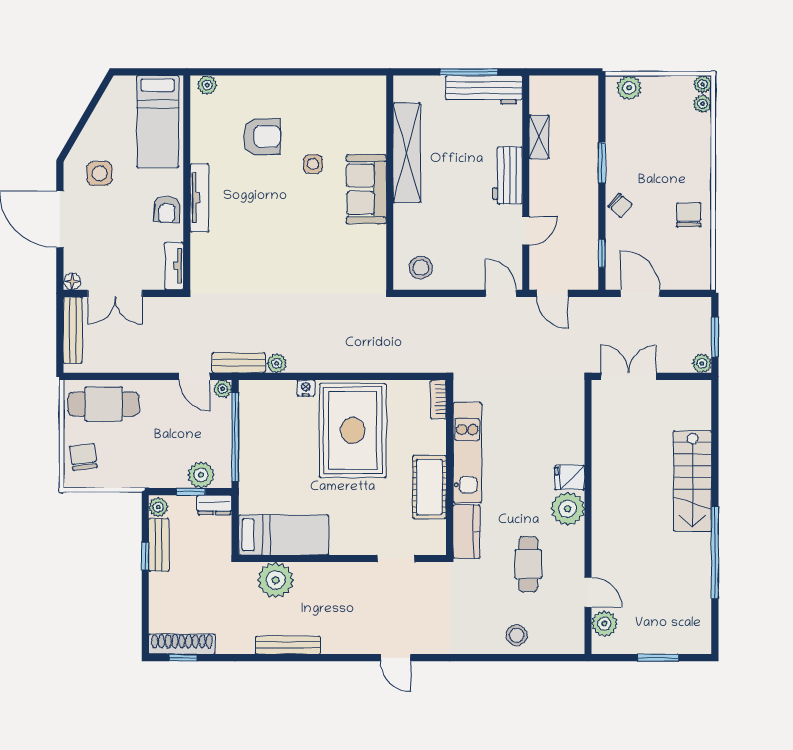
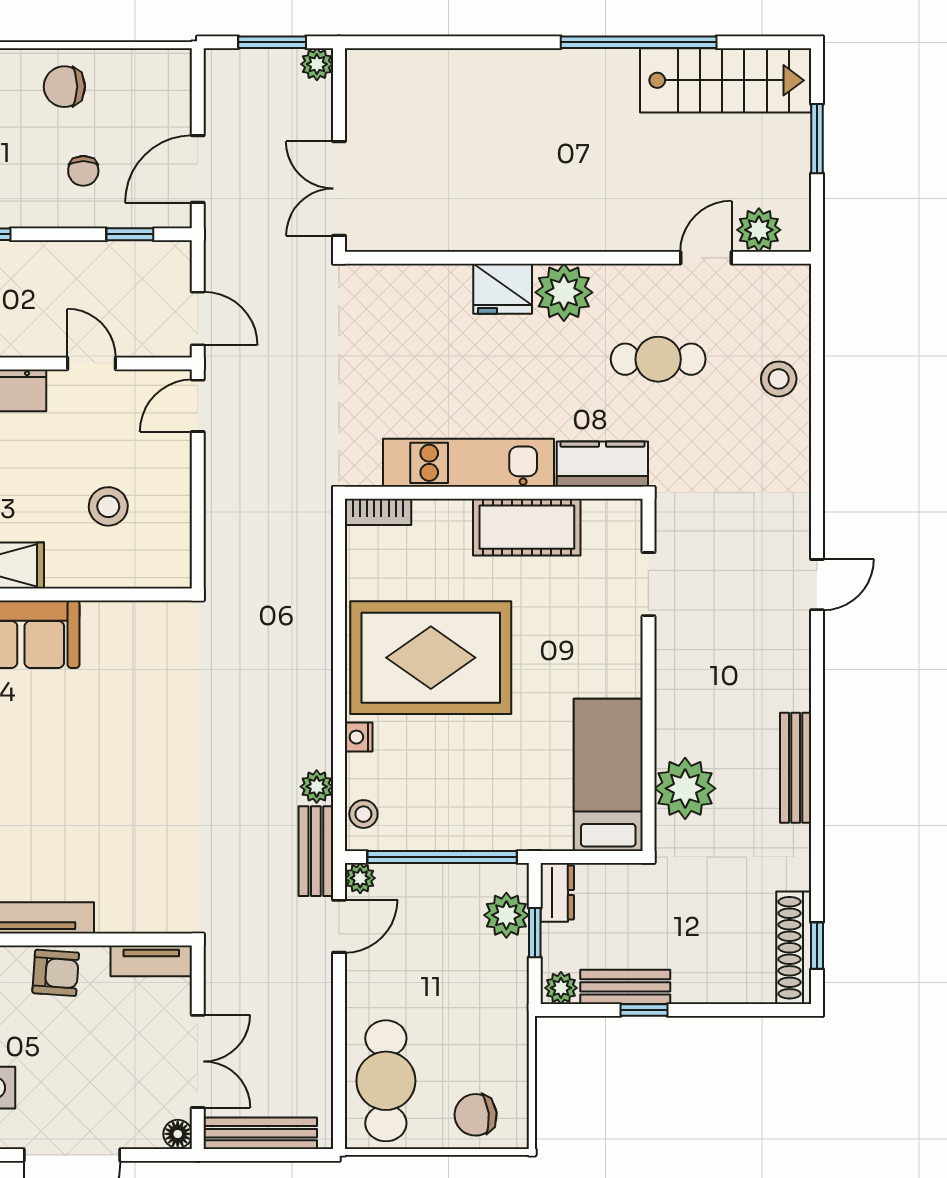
chair: (620, 205) -> (83, 171), moved, turned 138
stool: (421, 268) -> (108, 506), moved
door: (552, 293) -> (198, 318), hinge flipped
stool: (261, 391) -> (363, 814), added
fridge: (570, 478) -> (503, 289), width x1.38
stairs: (692, 481) -> (726, 80), moved

